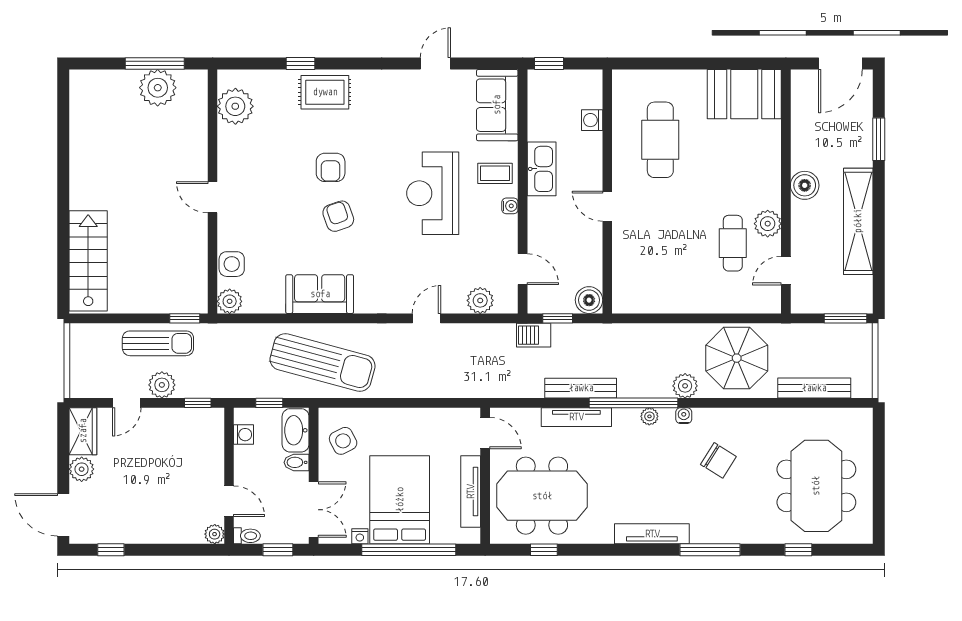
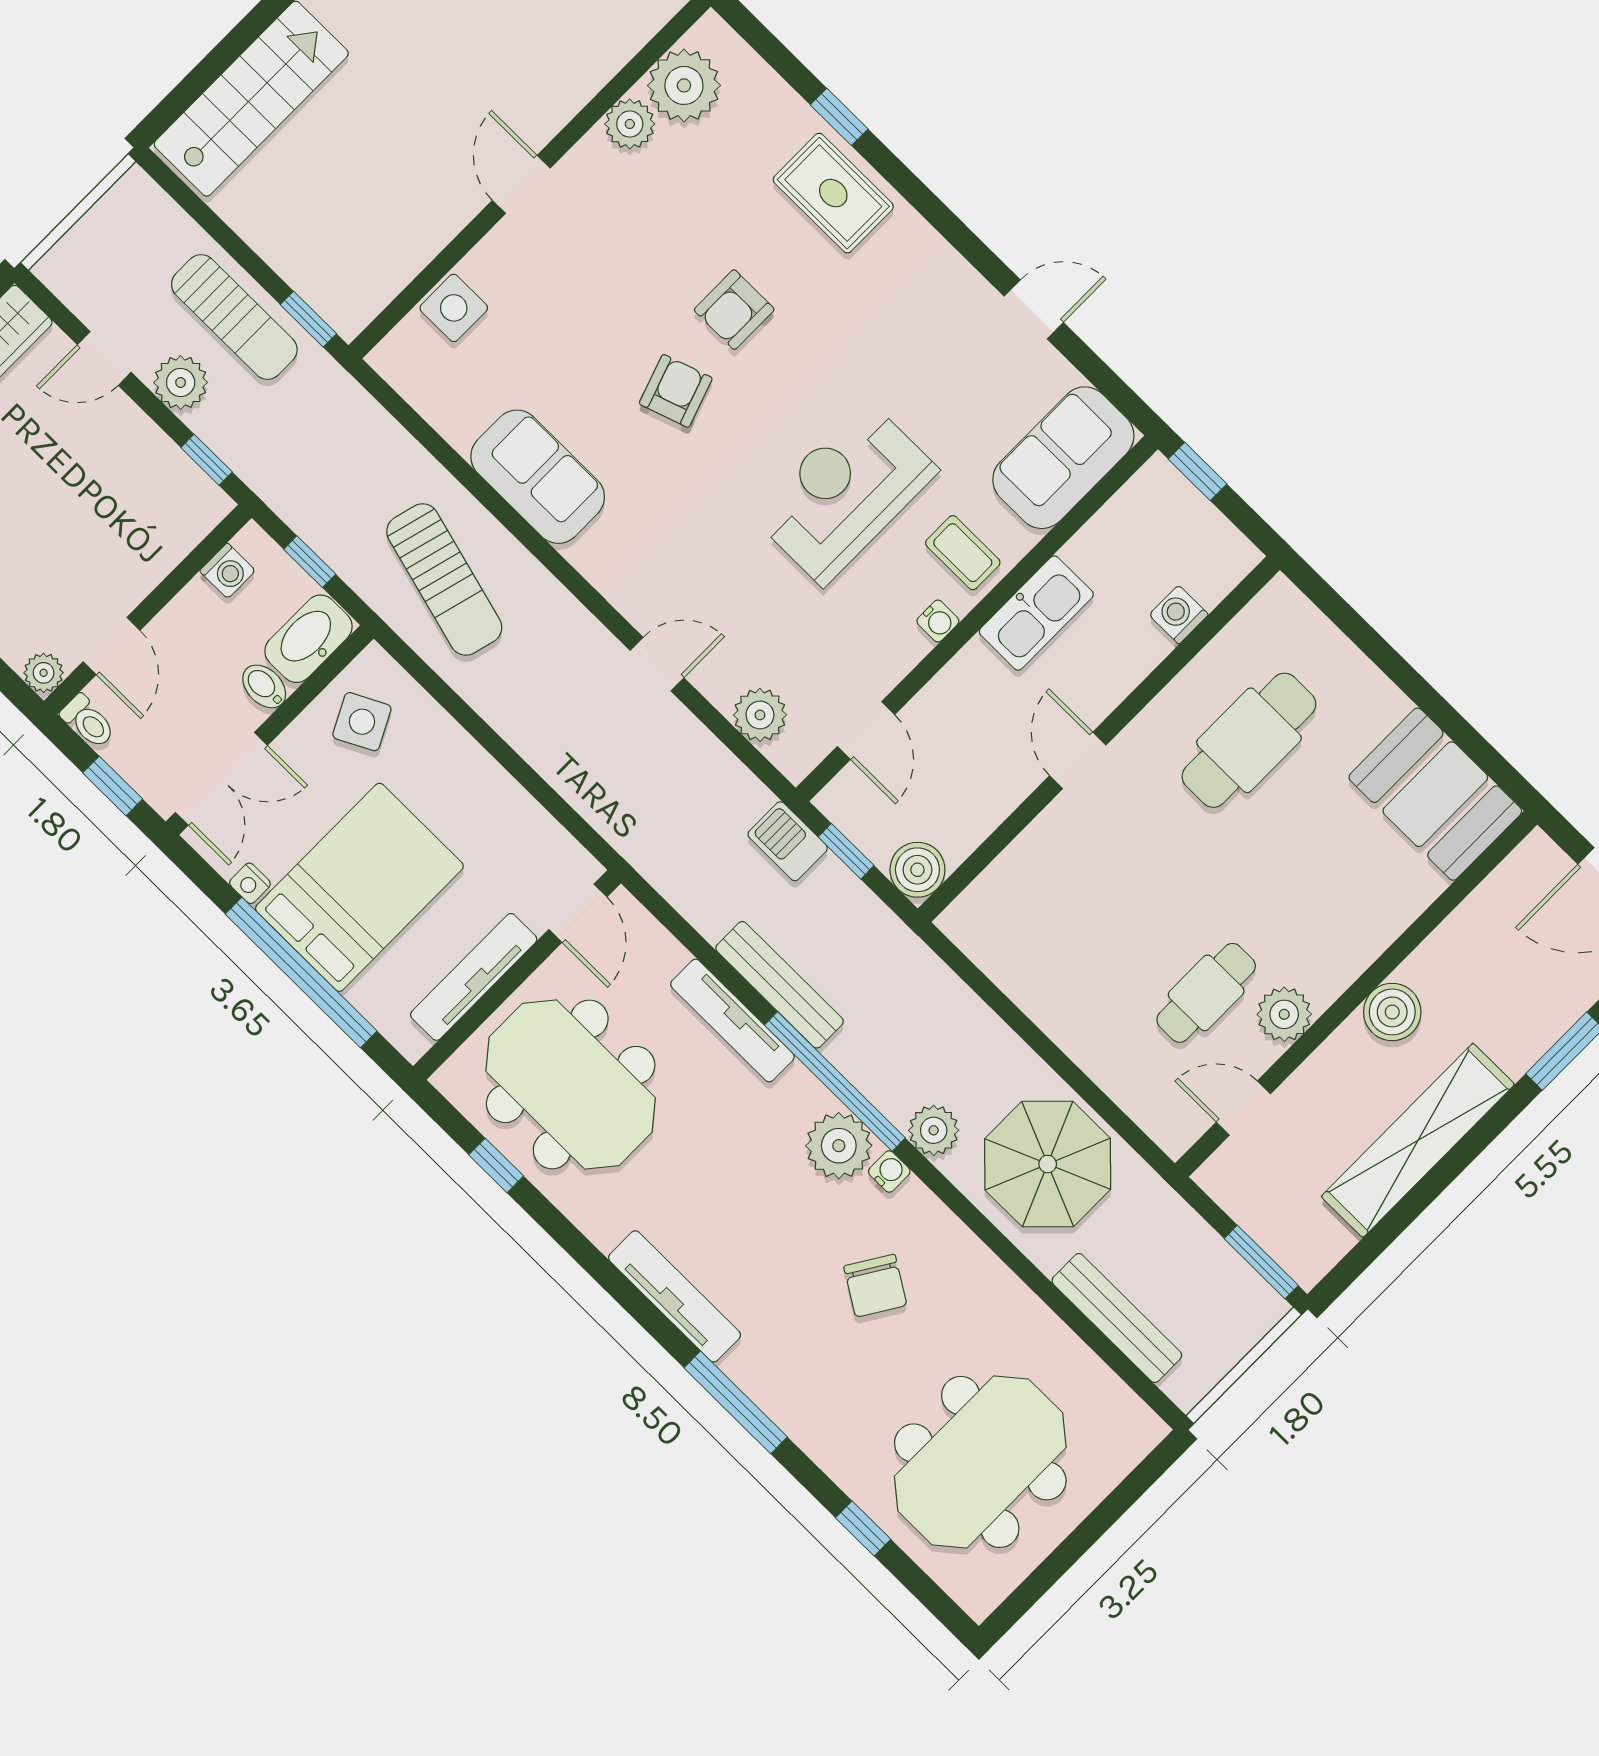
plant: (230, 301) -> (630, 124), moved
sun lounger: (323, 362) -> (444, 579), width x0.73, depth x0.75
plant: (649, 416) -> (839, 1146), width x1.88, depth x1.88

